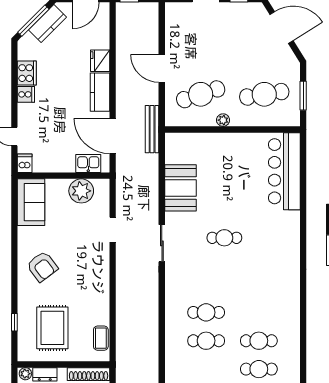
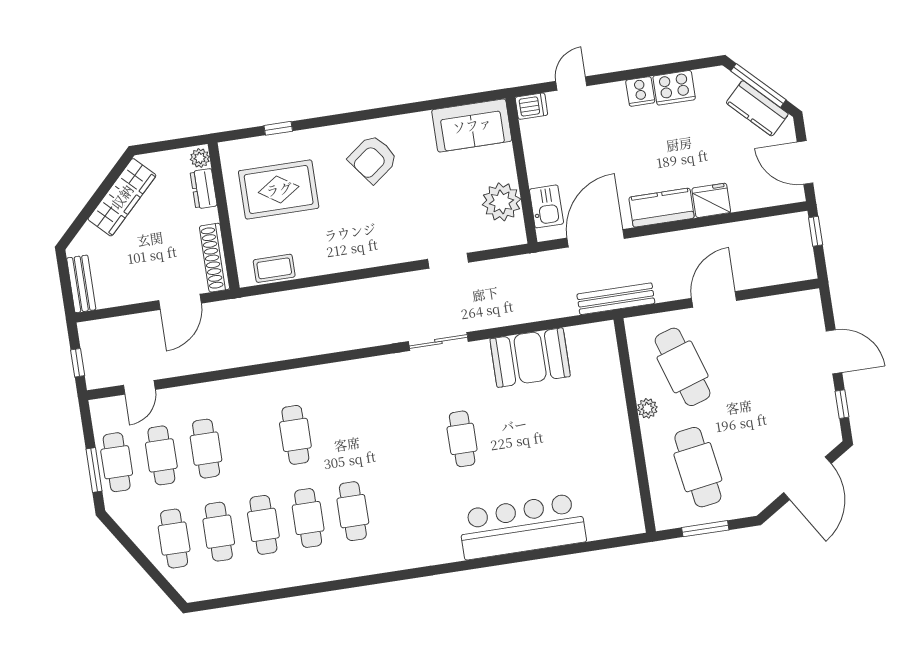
bar counter: (284, 171) -> (522, 526), moved
cafe table: (206, 312) -> (353, 511), moved

